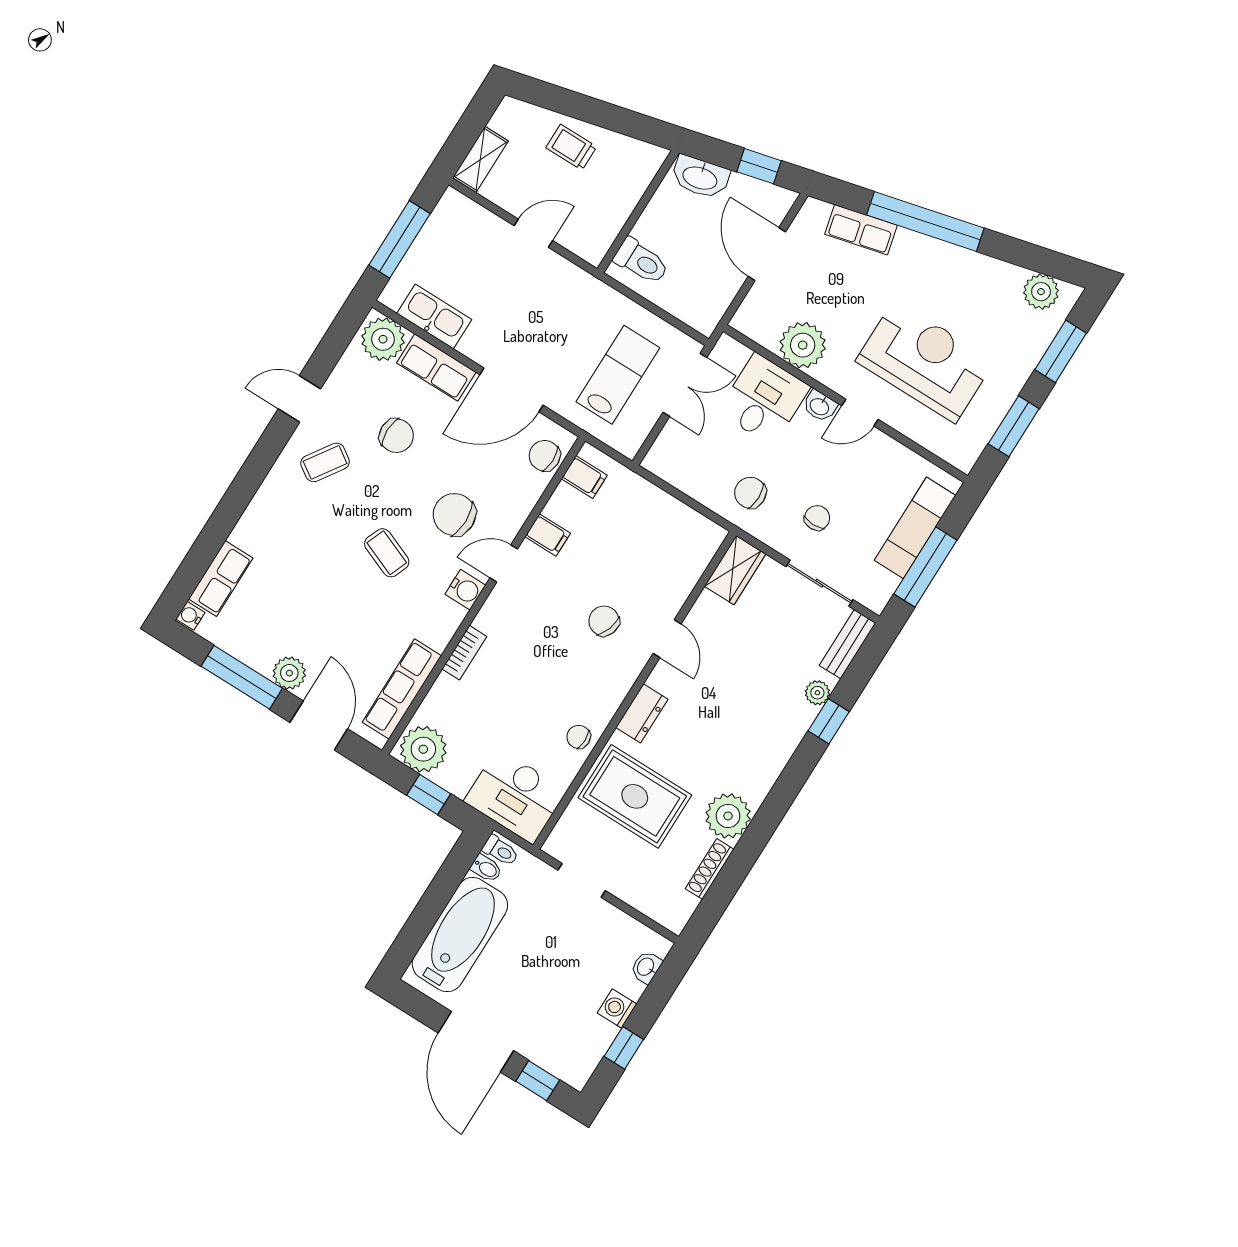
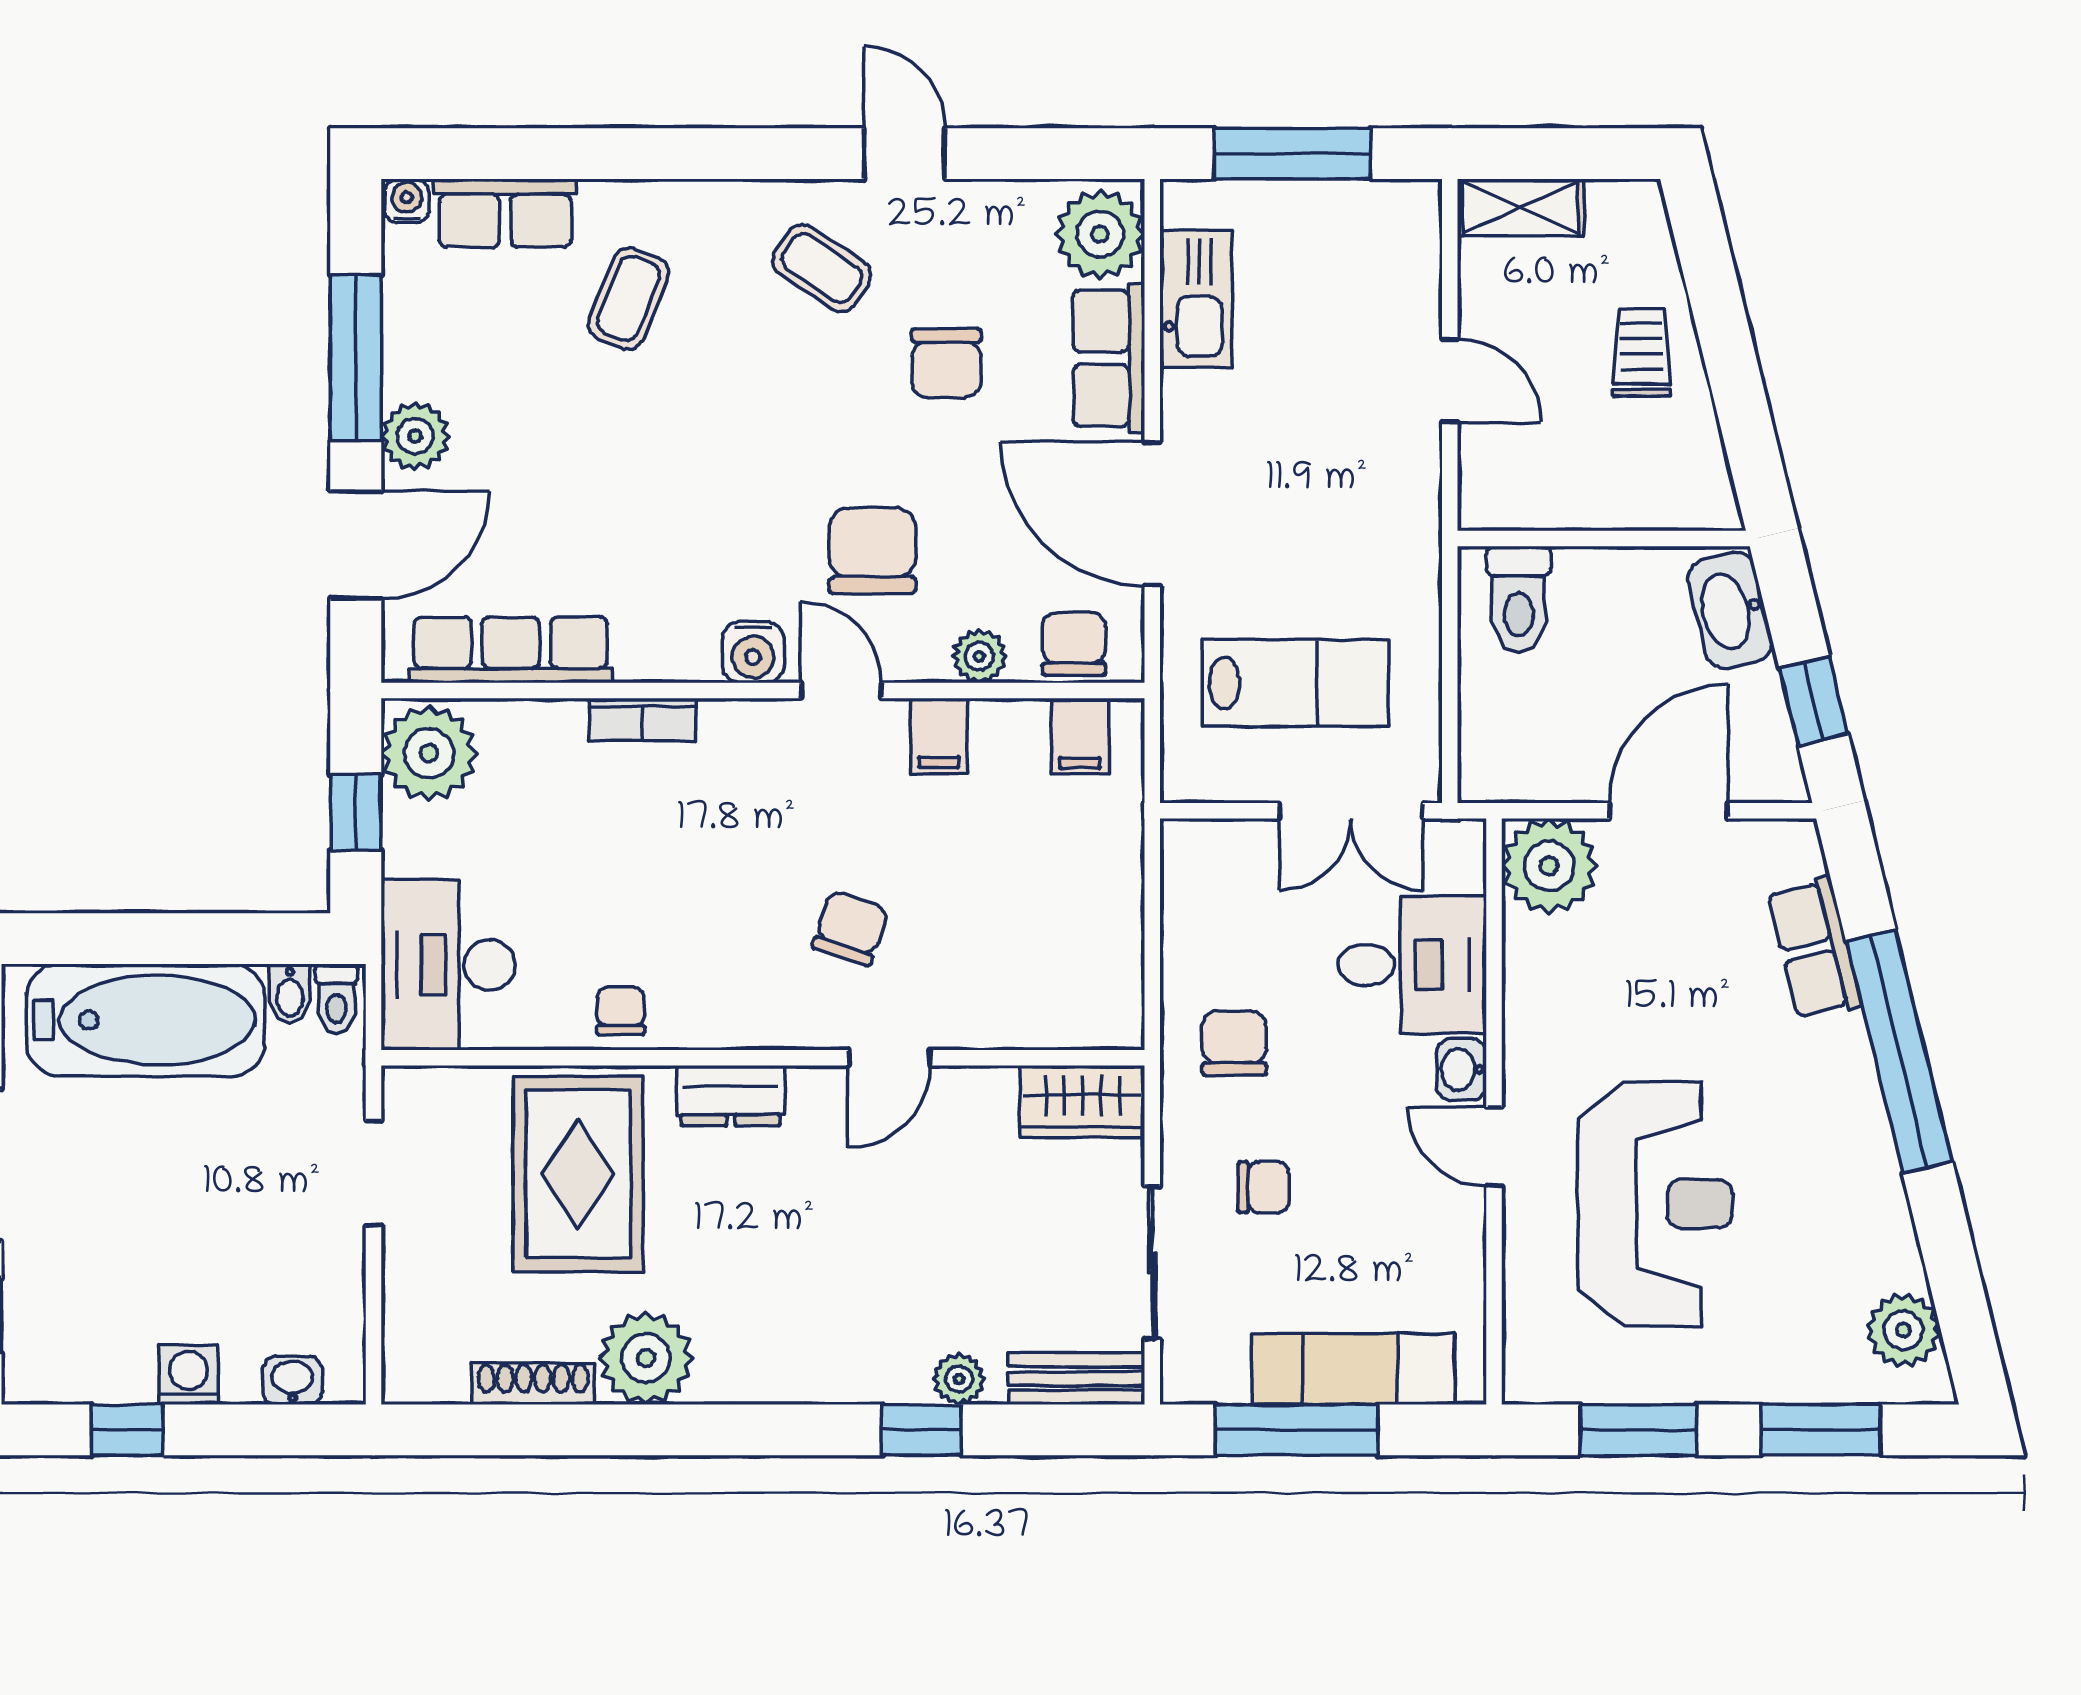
plant: (803, 345) -> (1549, 866), moved
plant: (525, 498) -> (979, 656), added
coffee table: (387, 553) -> (629, 299), moved

